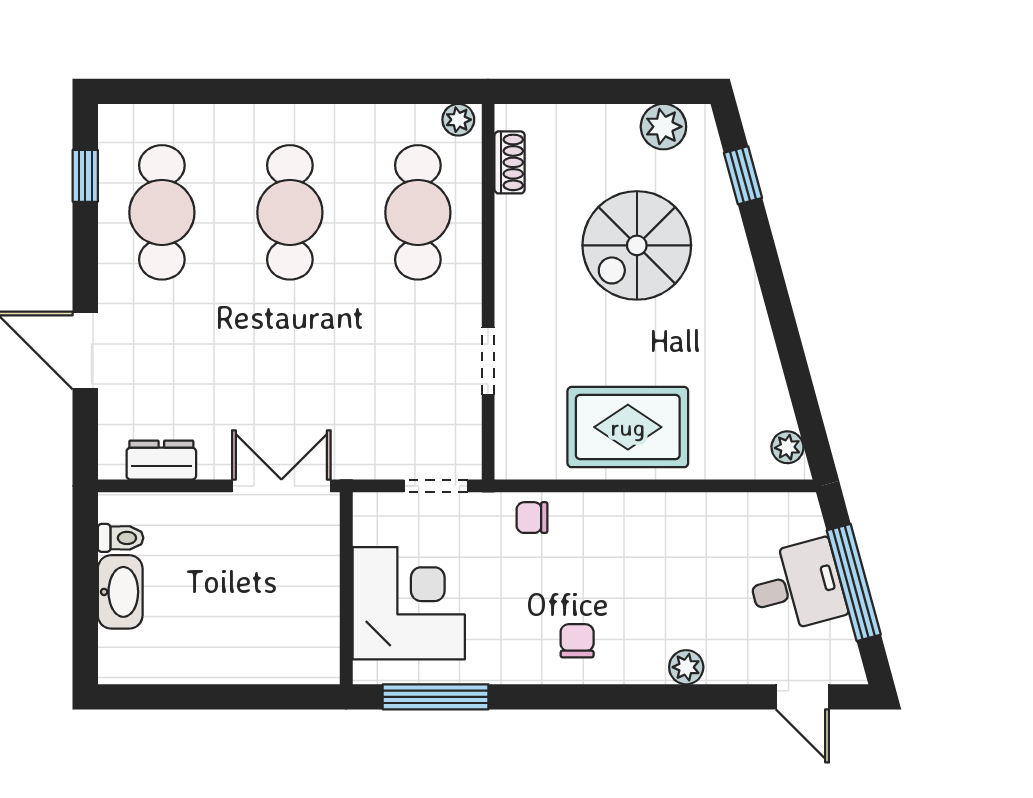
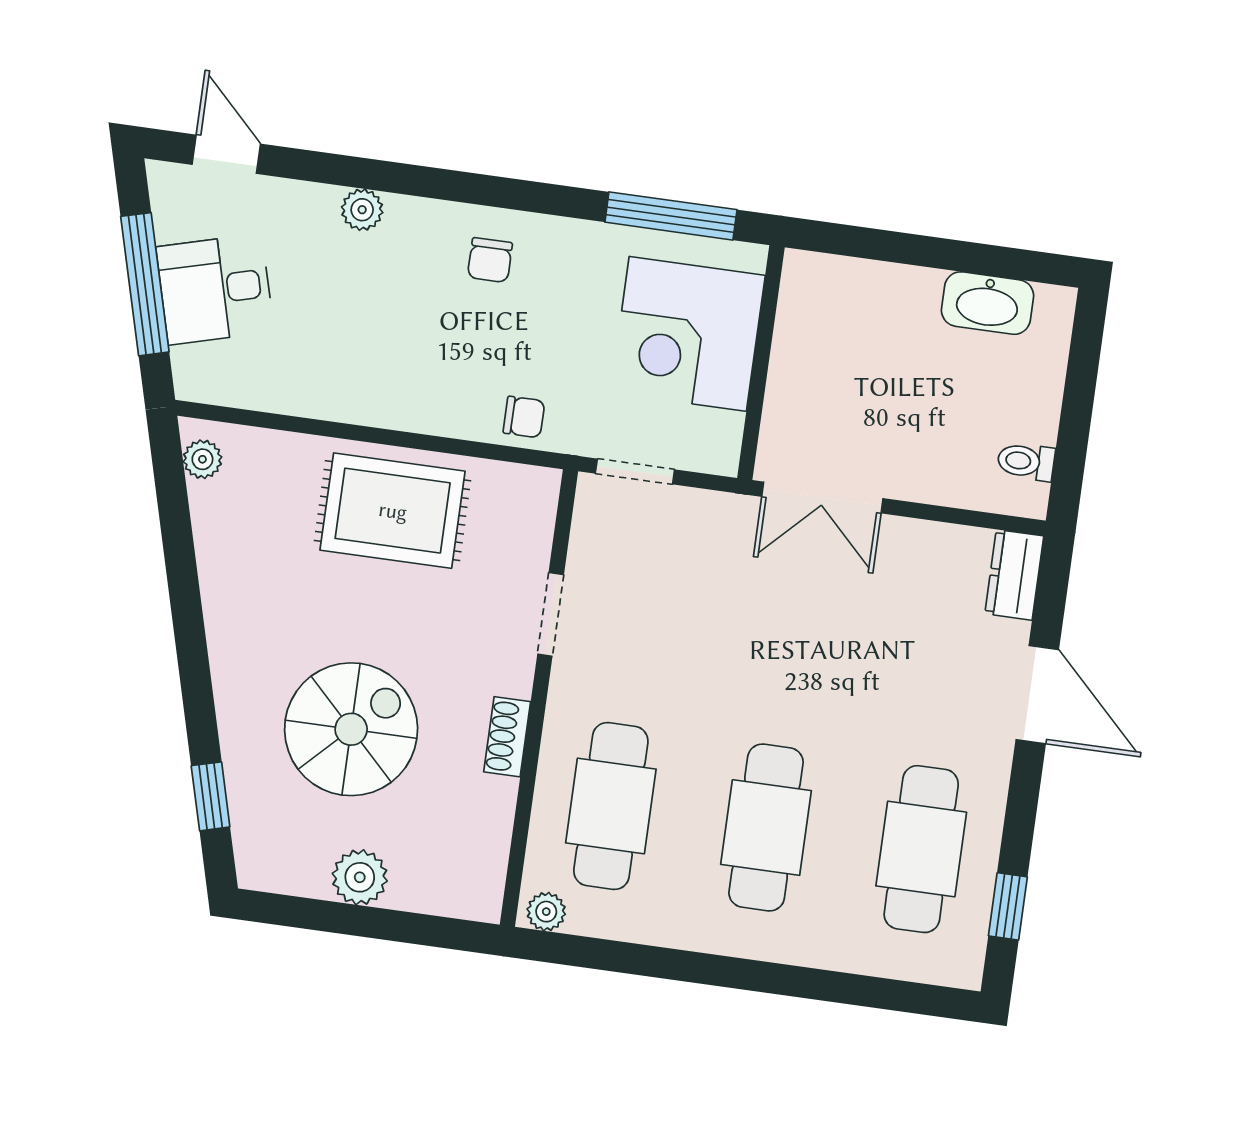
plant: (663, 127) -> (360, 877), moved
shoe rack: (510, 162) -> (507, 737), moved
dresser: (161, 460) -> (1014, 575), moved, turned 90
washbasin: (120, 592) -> (988, 303), moved, turned -90

